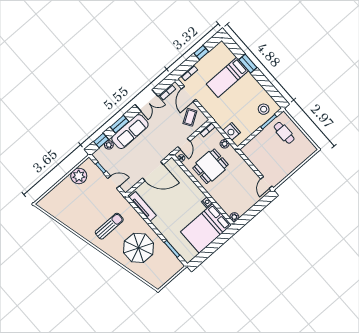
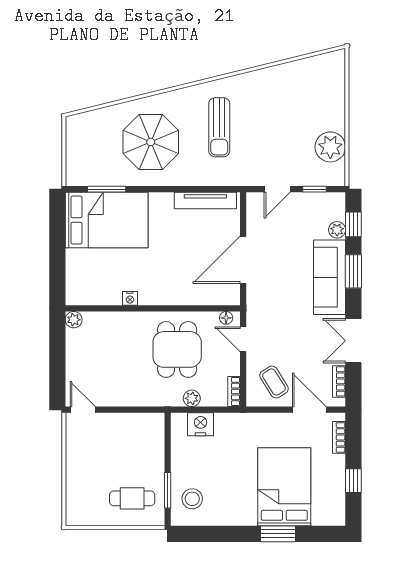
bed: (227, 77) -> (284, 487), width x1.50
bed: (206, 228) -> (107, 220), moved, turned 90

